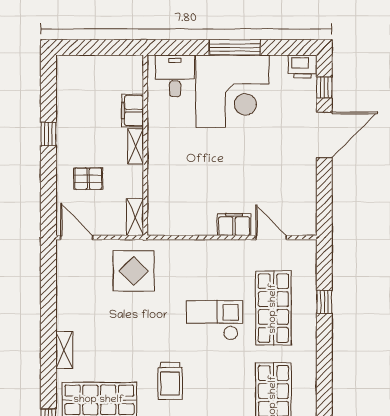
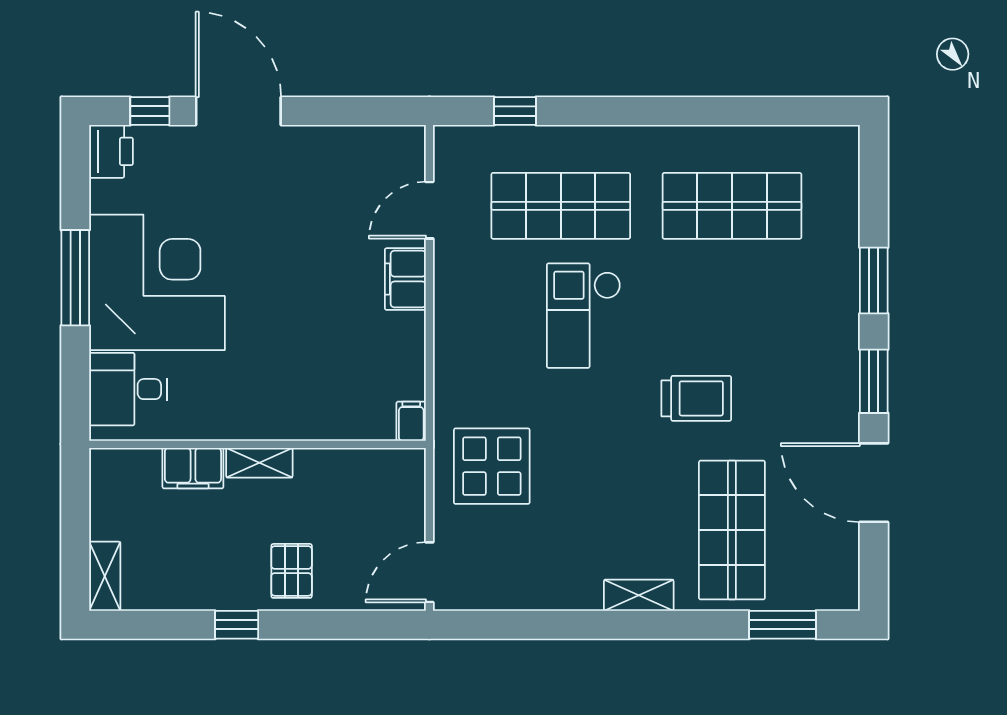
pallet: (88, 179) -> (292, 571), moved
shelving: (135, 217) -> (105, 576), moved, turned 90
filing cabinet: (158, 228) -> (411, 421), added
window: (324, 302) -> (515, 111), moved

